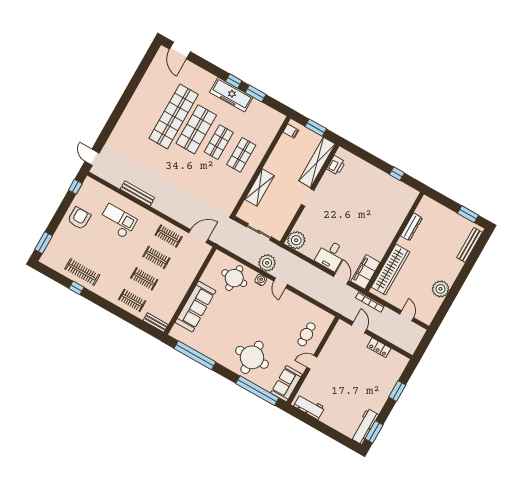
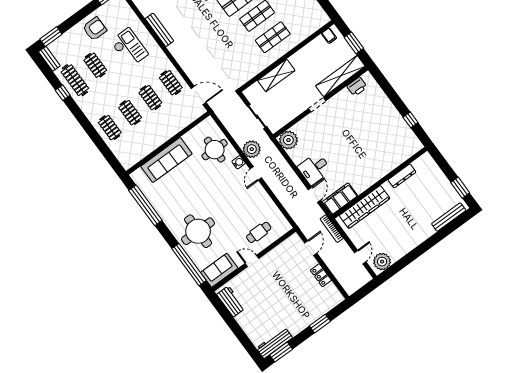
clothes rail: (94, 250) -> (95, 65), added
plant: (440, 289) -> (382, 262), moved
bench: (156, 323) -> (49, 59), moved

